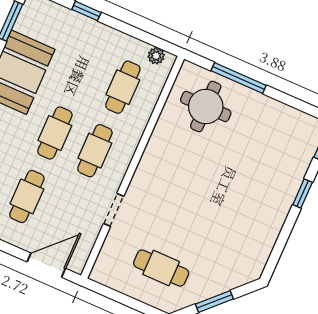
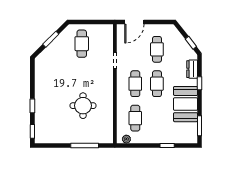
round table: (206, 107) -> (83, 106), moved
cafe table: (161, 268) -> (82, 44), turned 90

